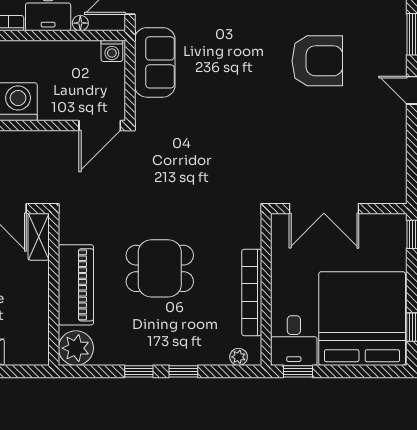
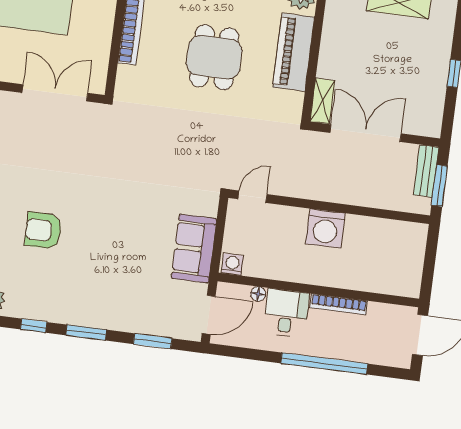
armchair: (317, 61) -> (43, 230), width x0.73, depth x0.73
door: (100, 126) -> (253, 197), width x0.73
dining table: (160, 268) -> (214, 57), turned 90

